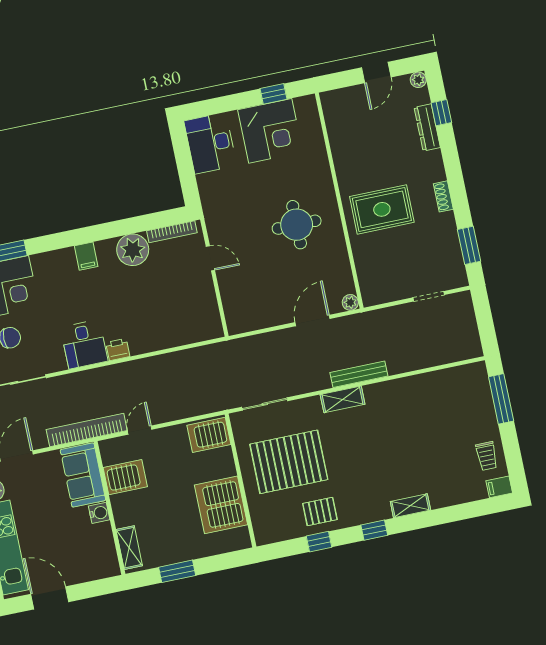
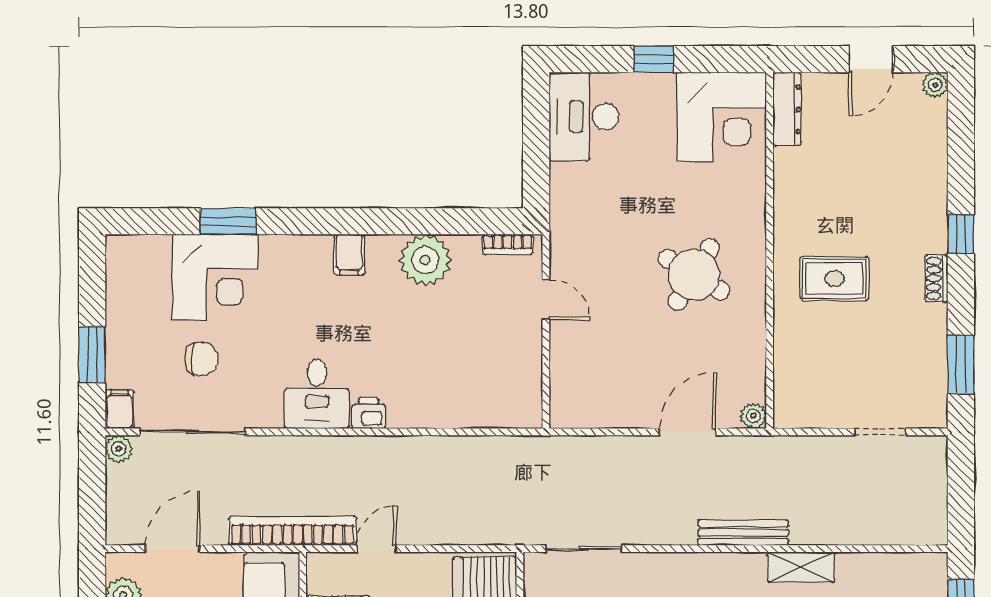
window: (274, 94) -> (654, 59), moved
window: (441, 113) -> (961, 234), moved
dresser: (427, 127) -> (787, 109), moved, turned 180
corner desk: (270, 131) -> (722, 117), moved
rug: (382, 209) -> (834, 279), width x0.73, depth x0.70
round table: (297, 225) -> (694, 275), turned 31
bookcase: (172, 232) -> (508, 244), width x0.64
shelving: (343, 399) -> (801, 567), moved

